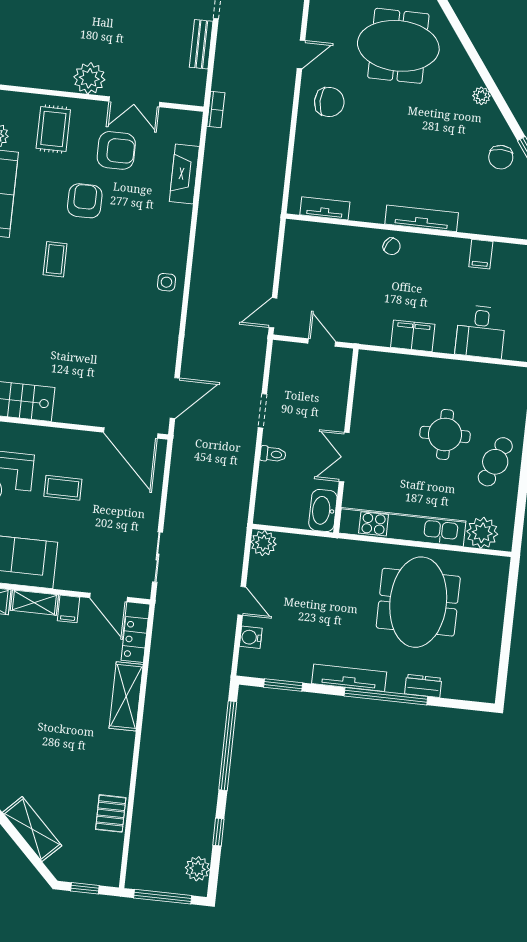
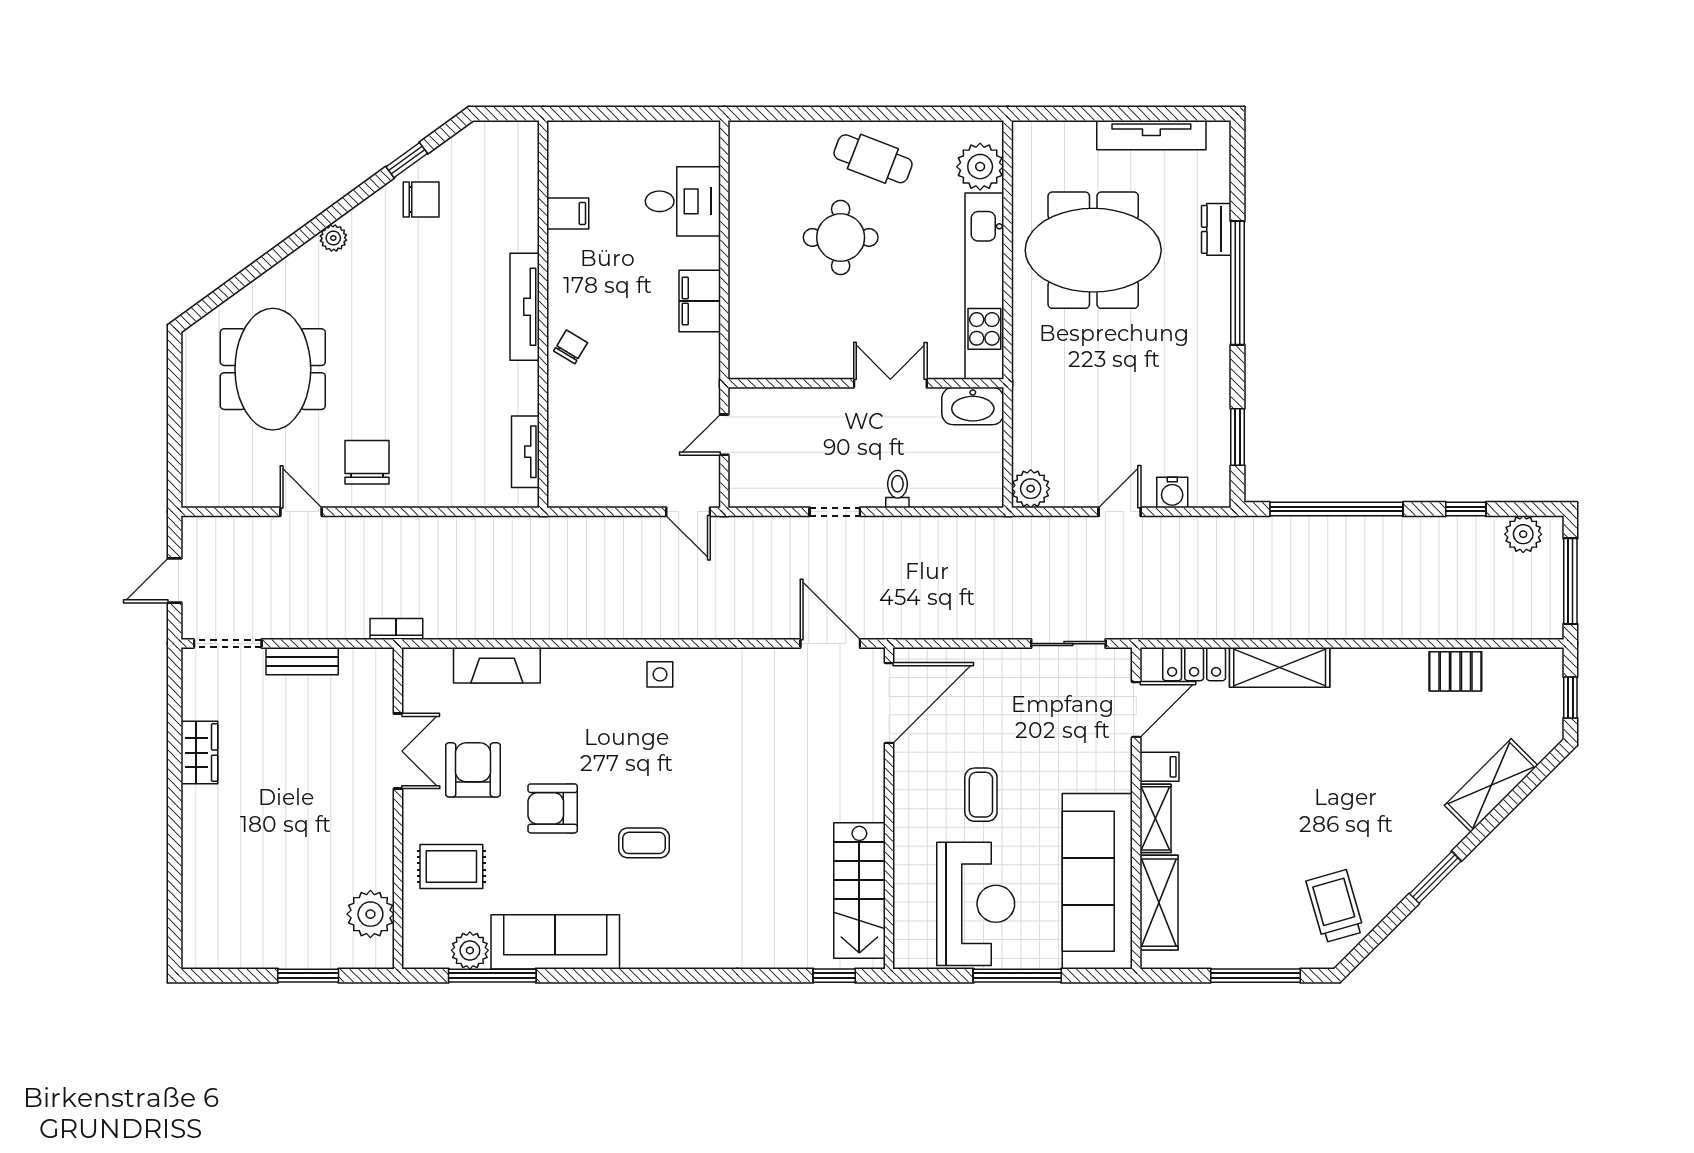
plant: (89, 78) -> (370, 914), moved
double door: (344, 457) -> (890, 383), swing flipped
tv unit: (349, 678) -> (1151, 135), moved, turned -90

